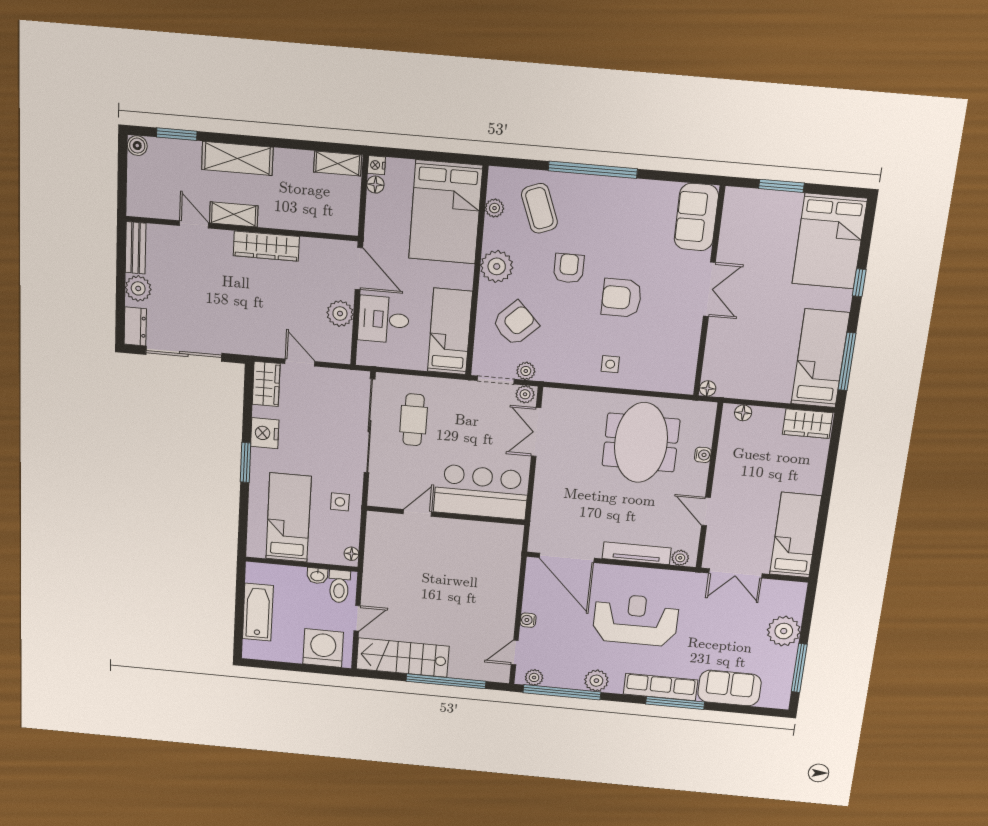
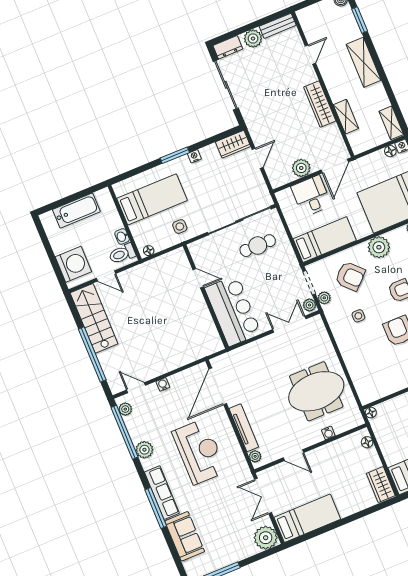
shelving: (234, 214) -> (346, 117), moved
side table: (610, 364) -> (358, 316), moved
nightstand: (265, 433) -> (194, 156), width x0.53, depth x0.56
door: (706, 511) -> (294, 455), swing flipped
plant: (784, 631) -> (266, 538), moved

